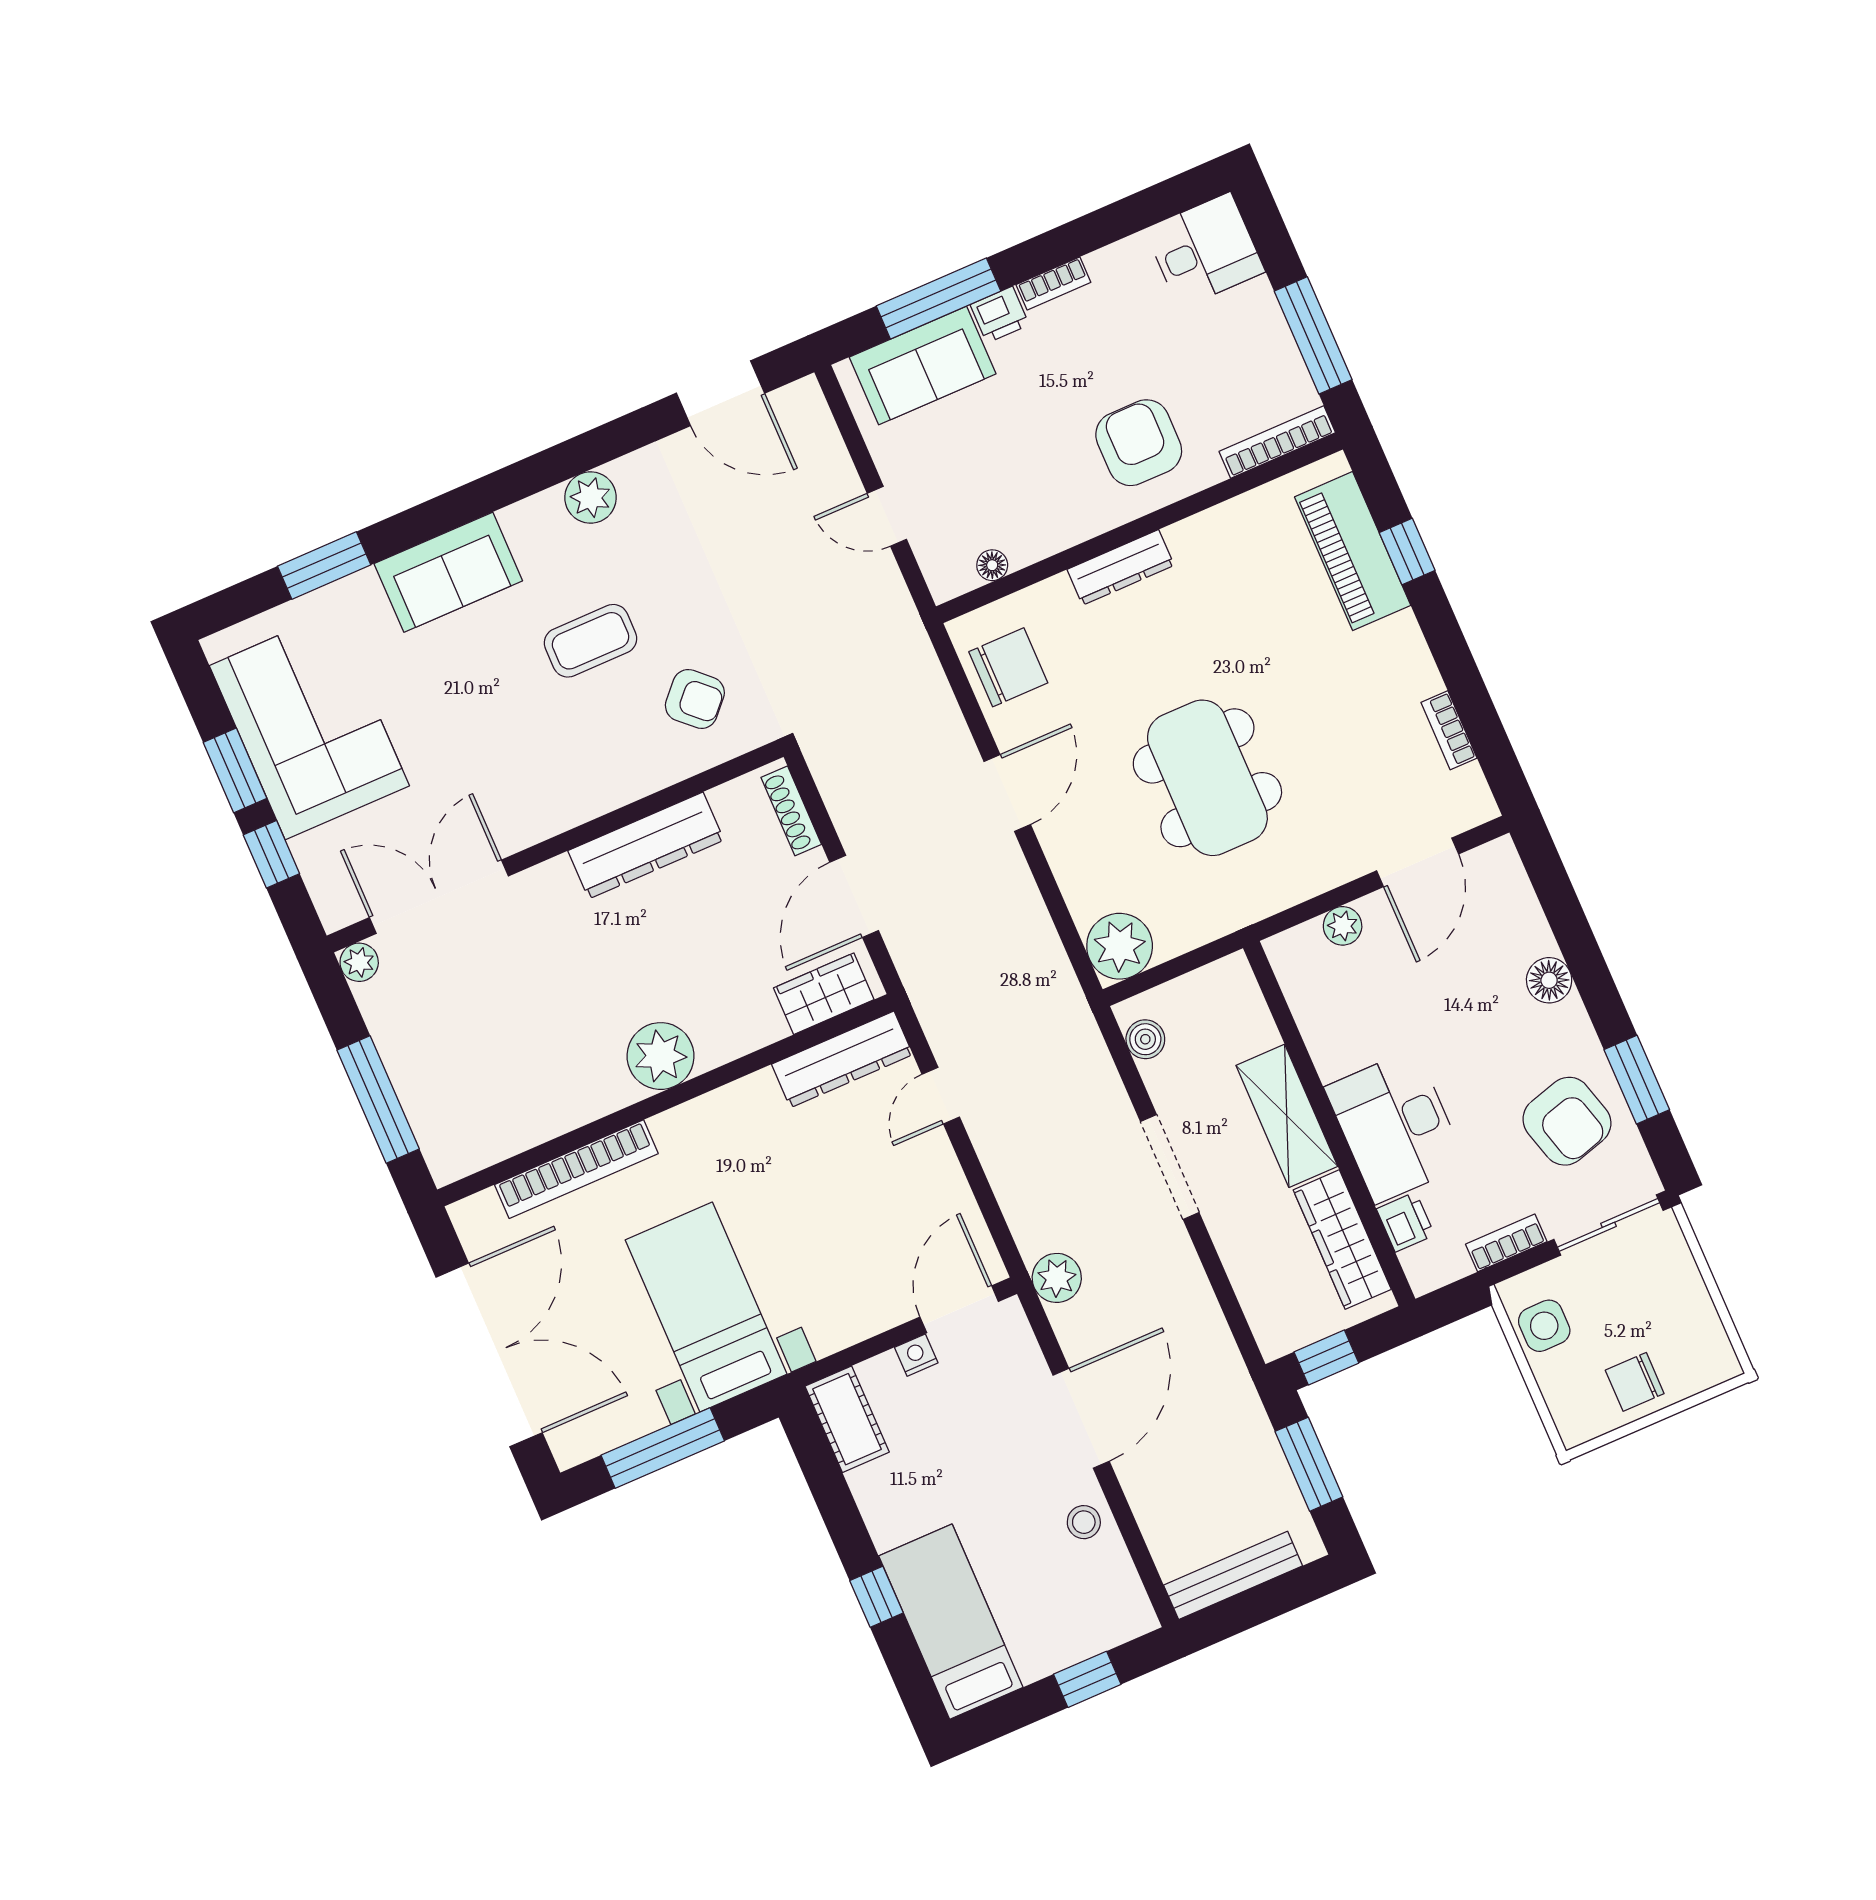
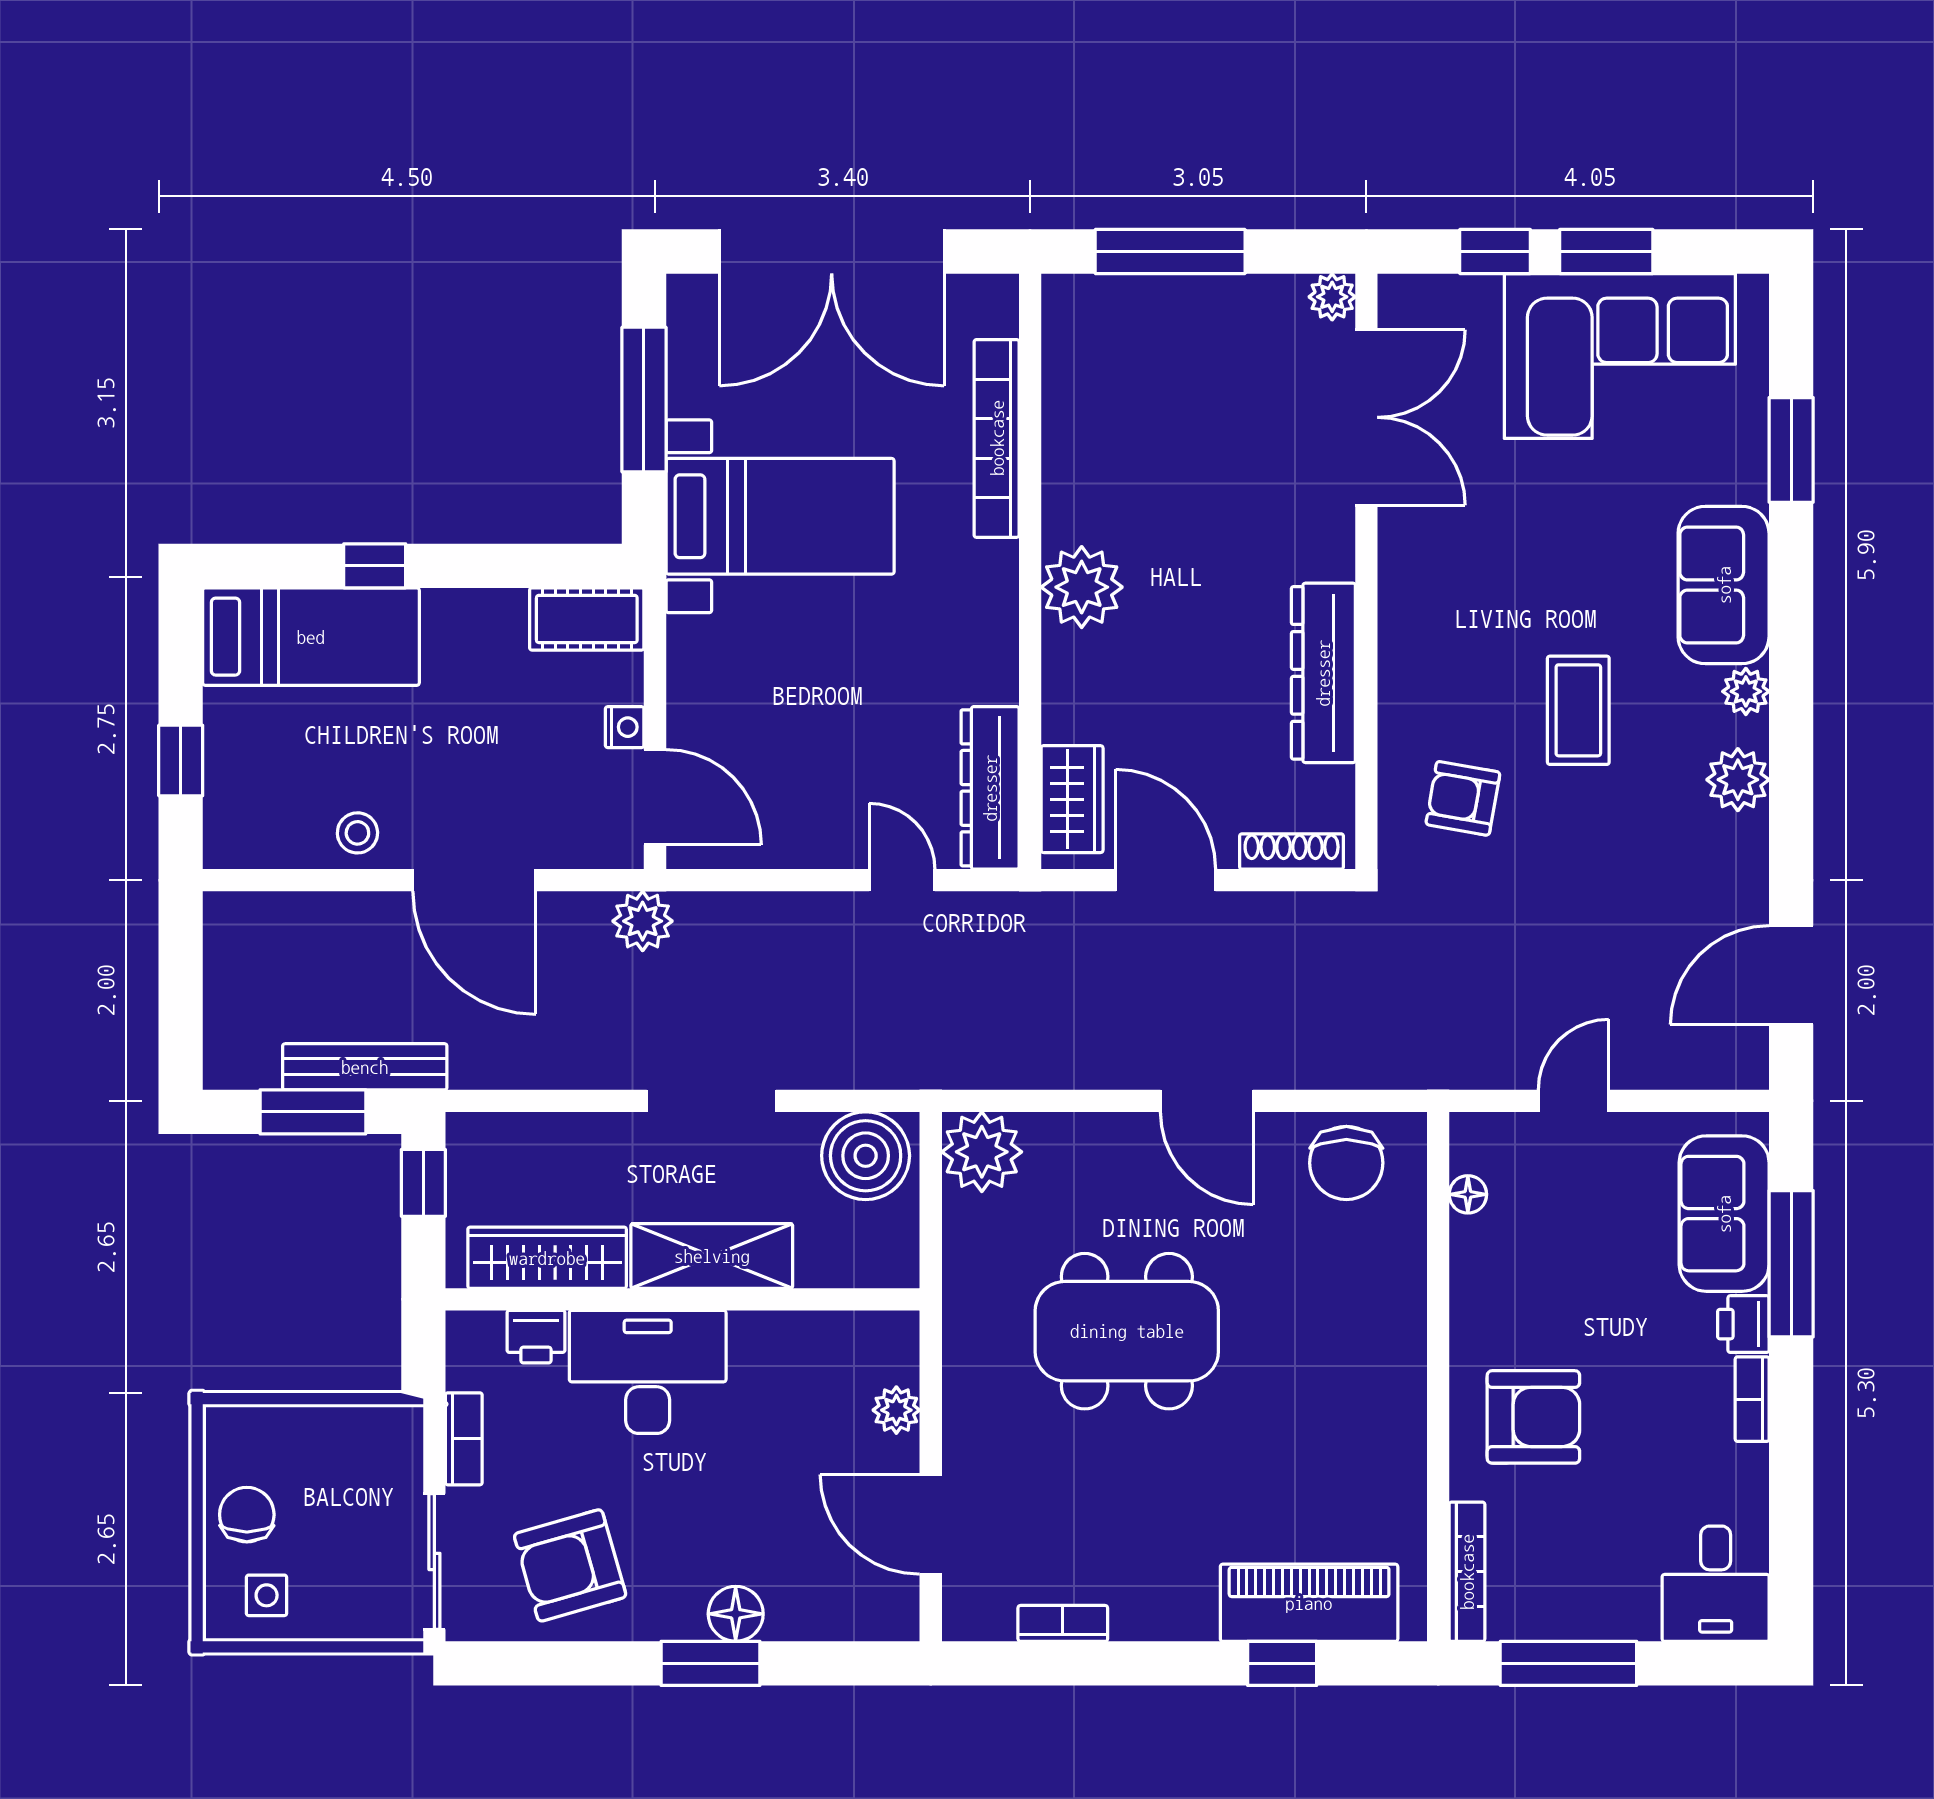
plant: (521, 520) -> (1746, 691), added
dresser: (1121, 567) -> (1403, 1336), removed
armchair: (695, 699) -> (1463, 798), turned 57
boiler: (1145, 1039) -> (866, 1156), width x1.86, depth x1.86
window: (1637, 1080) -> (710, 1663), moved
side table: (1544, 1326) -> (267, 1595), moved, width x0.73, depth x0.73
bench: (1233, 1575) -> (365, 1067), moved, turned 90

